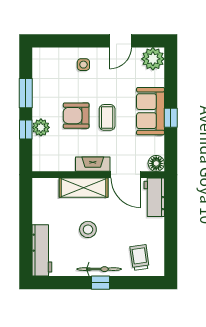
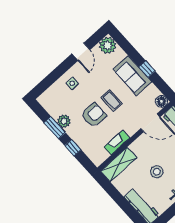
armchair: (76, 116) -> (94, 115), turned 180
plant: (41, 127) -> (64, 121), moved
fireplace: (93, 164) -> (117, 143), moved
shelving: (84, 188) -> (119, 164), moved

